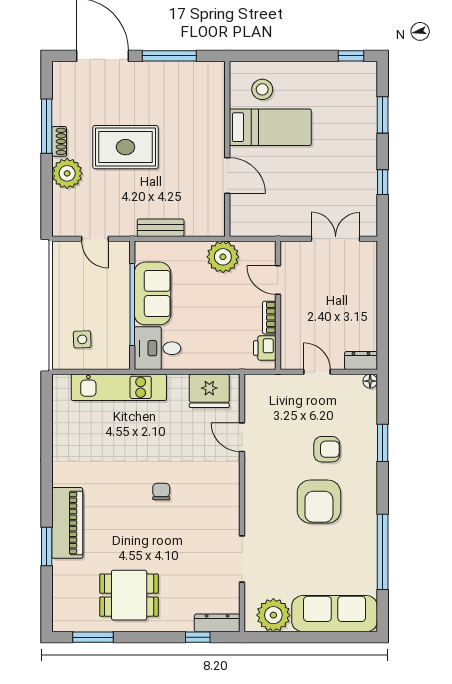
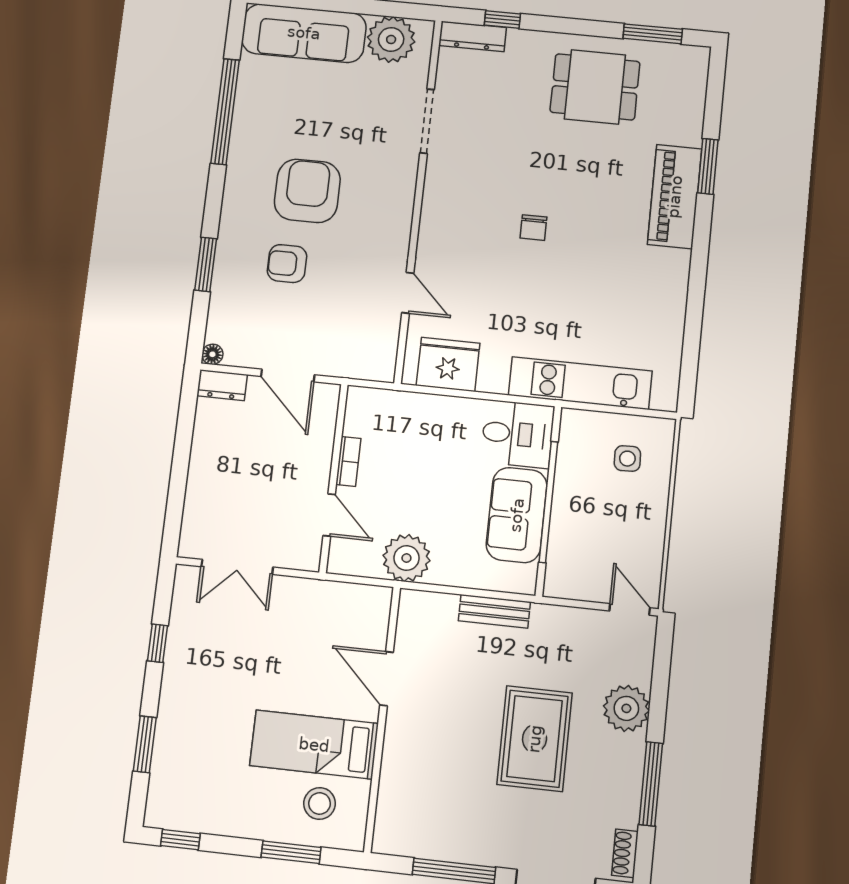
window: (277, 56) -> (291, 852), added
shoe rack: (59, 141) -> (625, 853), moved
rug: (125, 147) -> (535, 739), turned 90
door: (95, 239) -> (630, 609), moved
printer: (265, 348) -> (360, 418), removed
door: (317, 372) -> (288, 376), width x1.38

